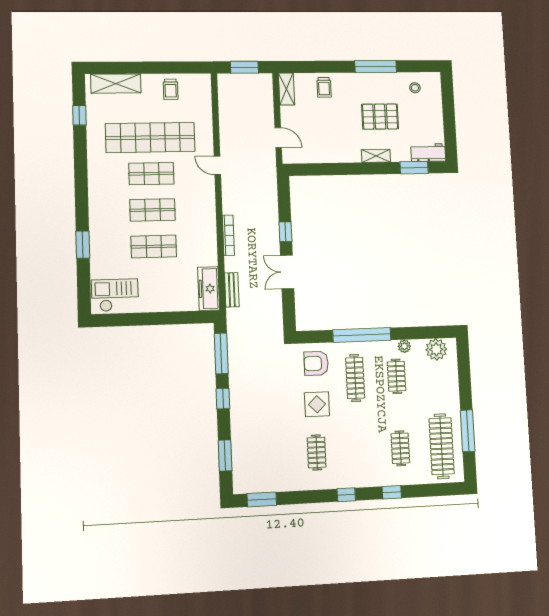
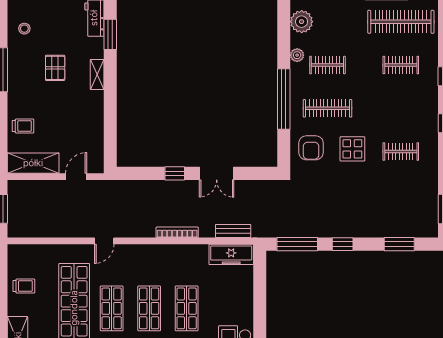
shelving: (287, 89) -> (33, 163), width x1.50, depth x1.33
pallet: (380, 117) -> (55, 68), width x0.67, depth x0.71

